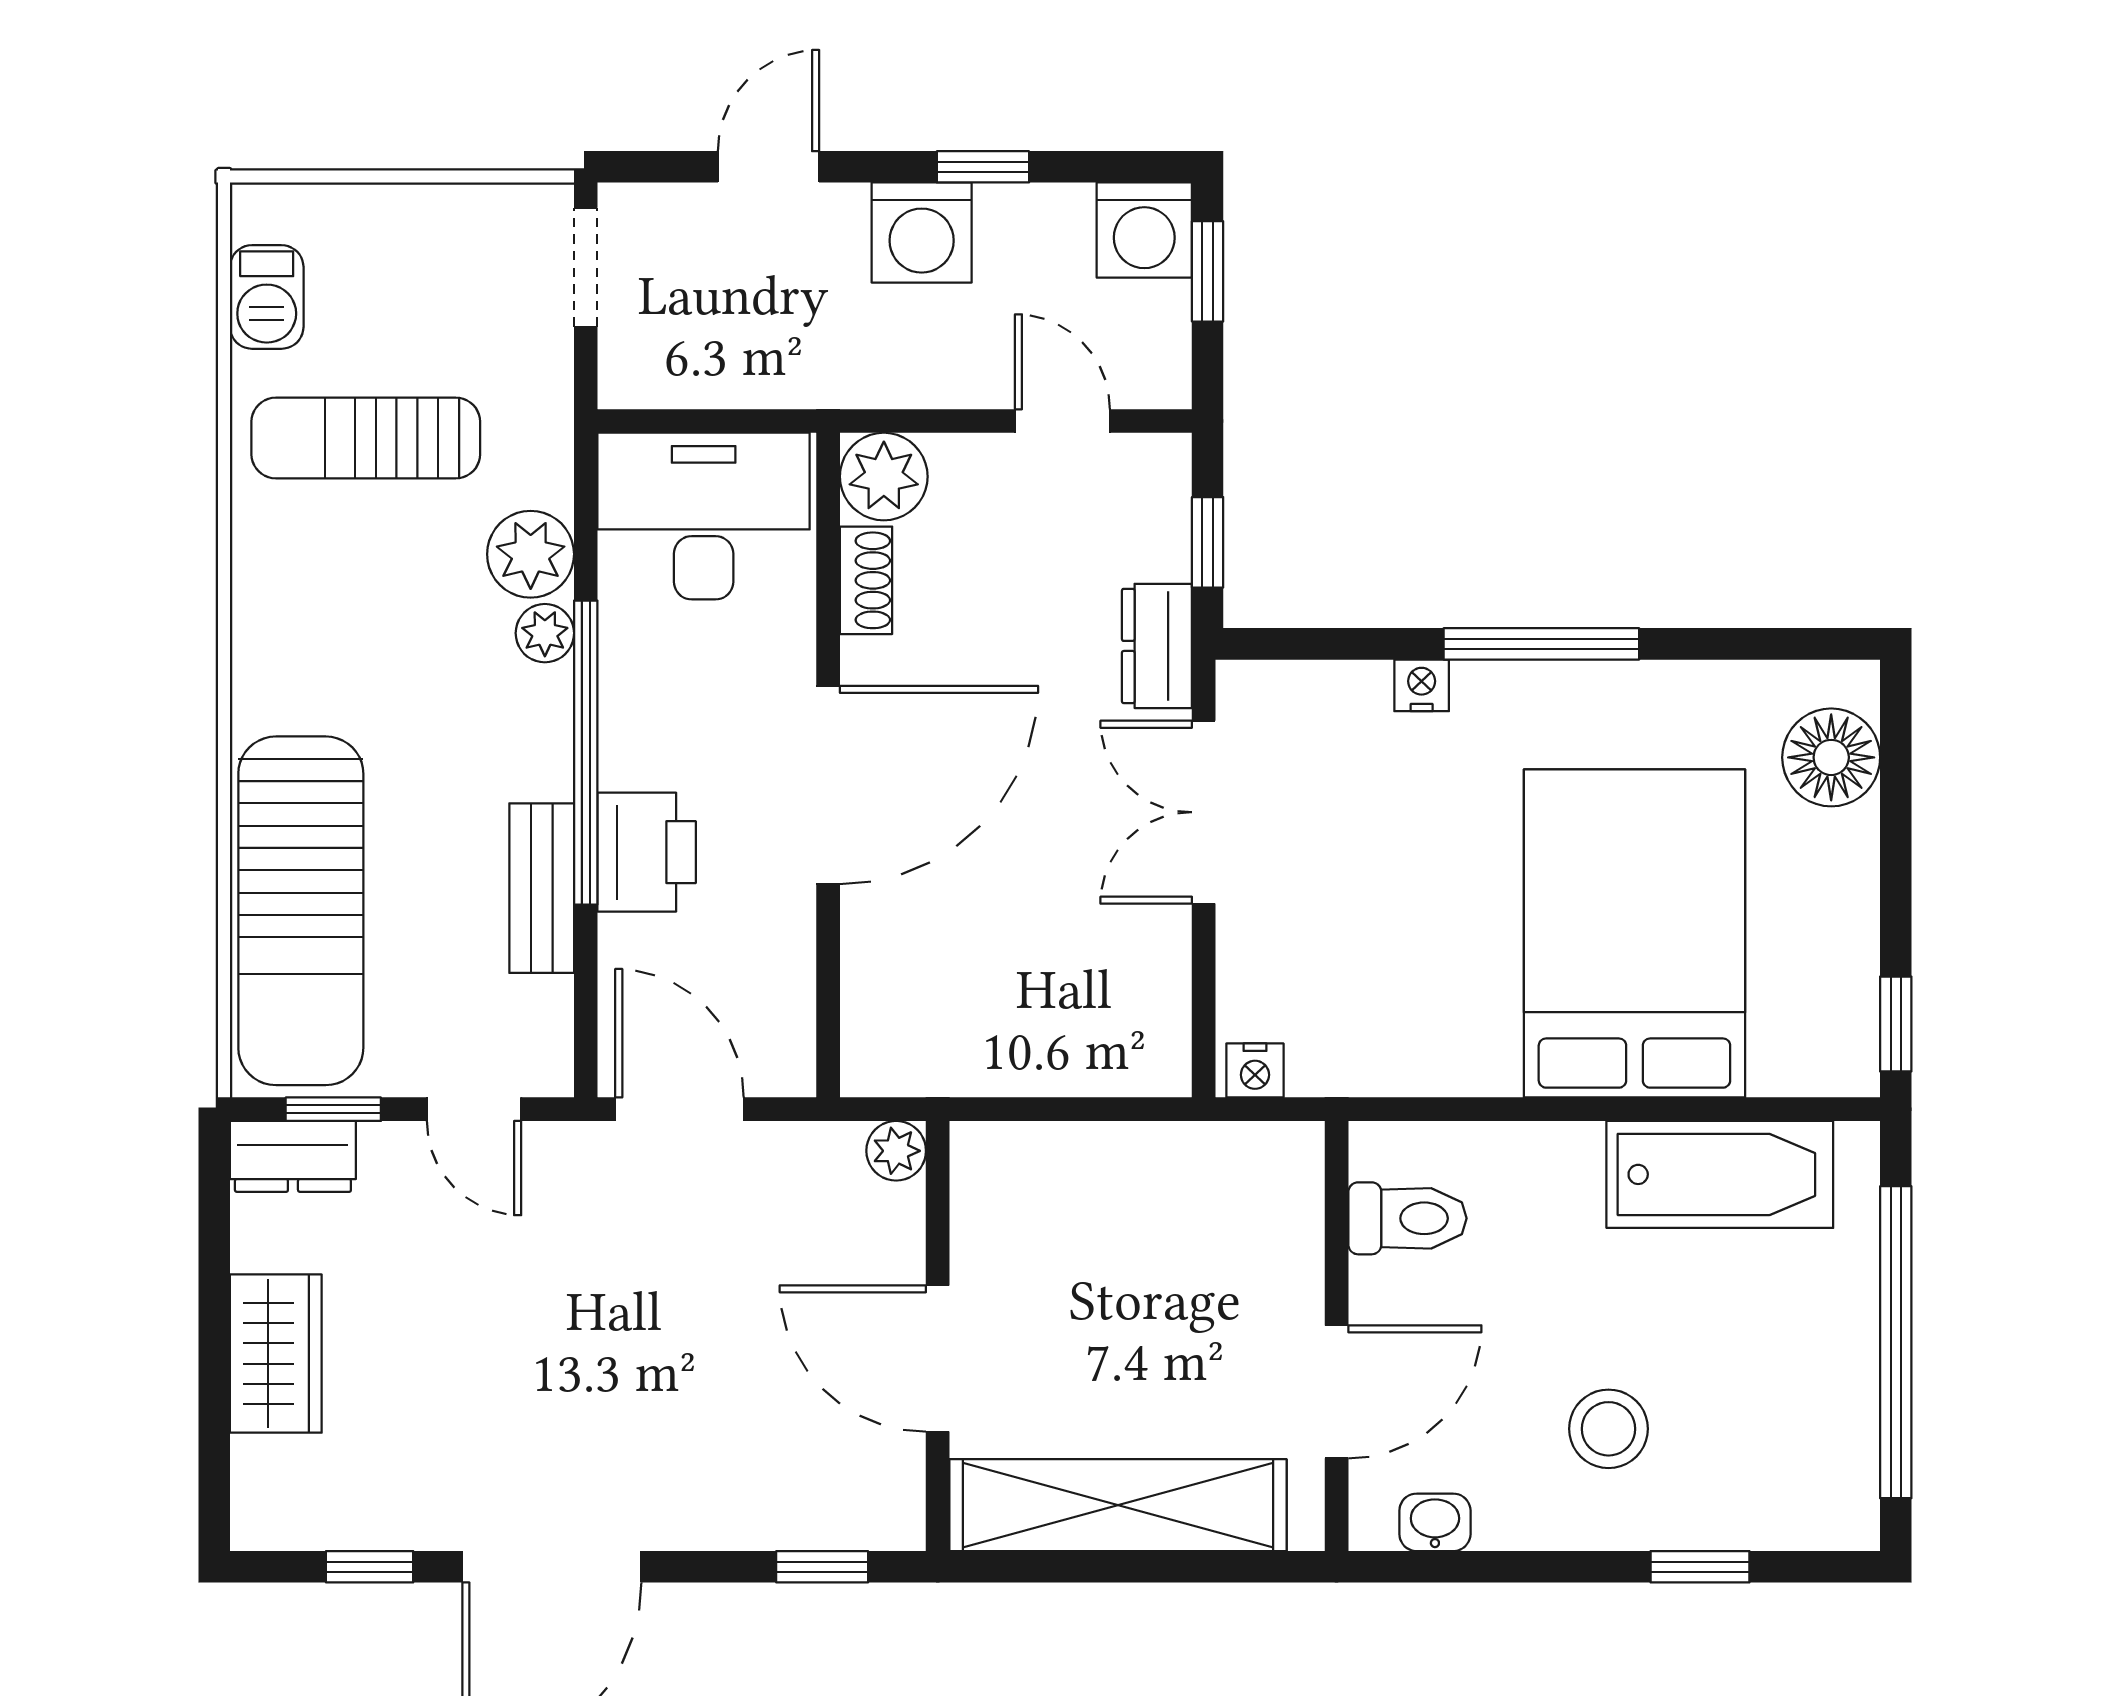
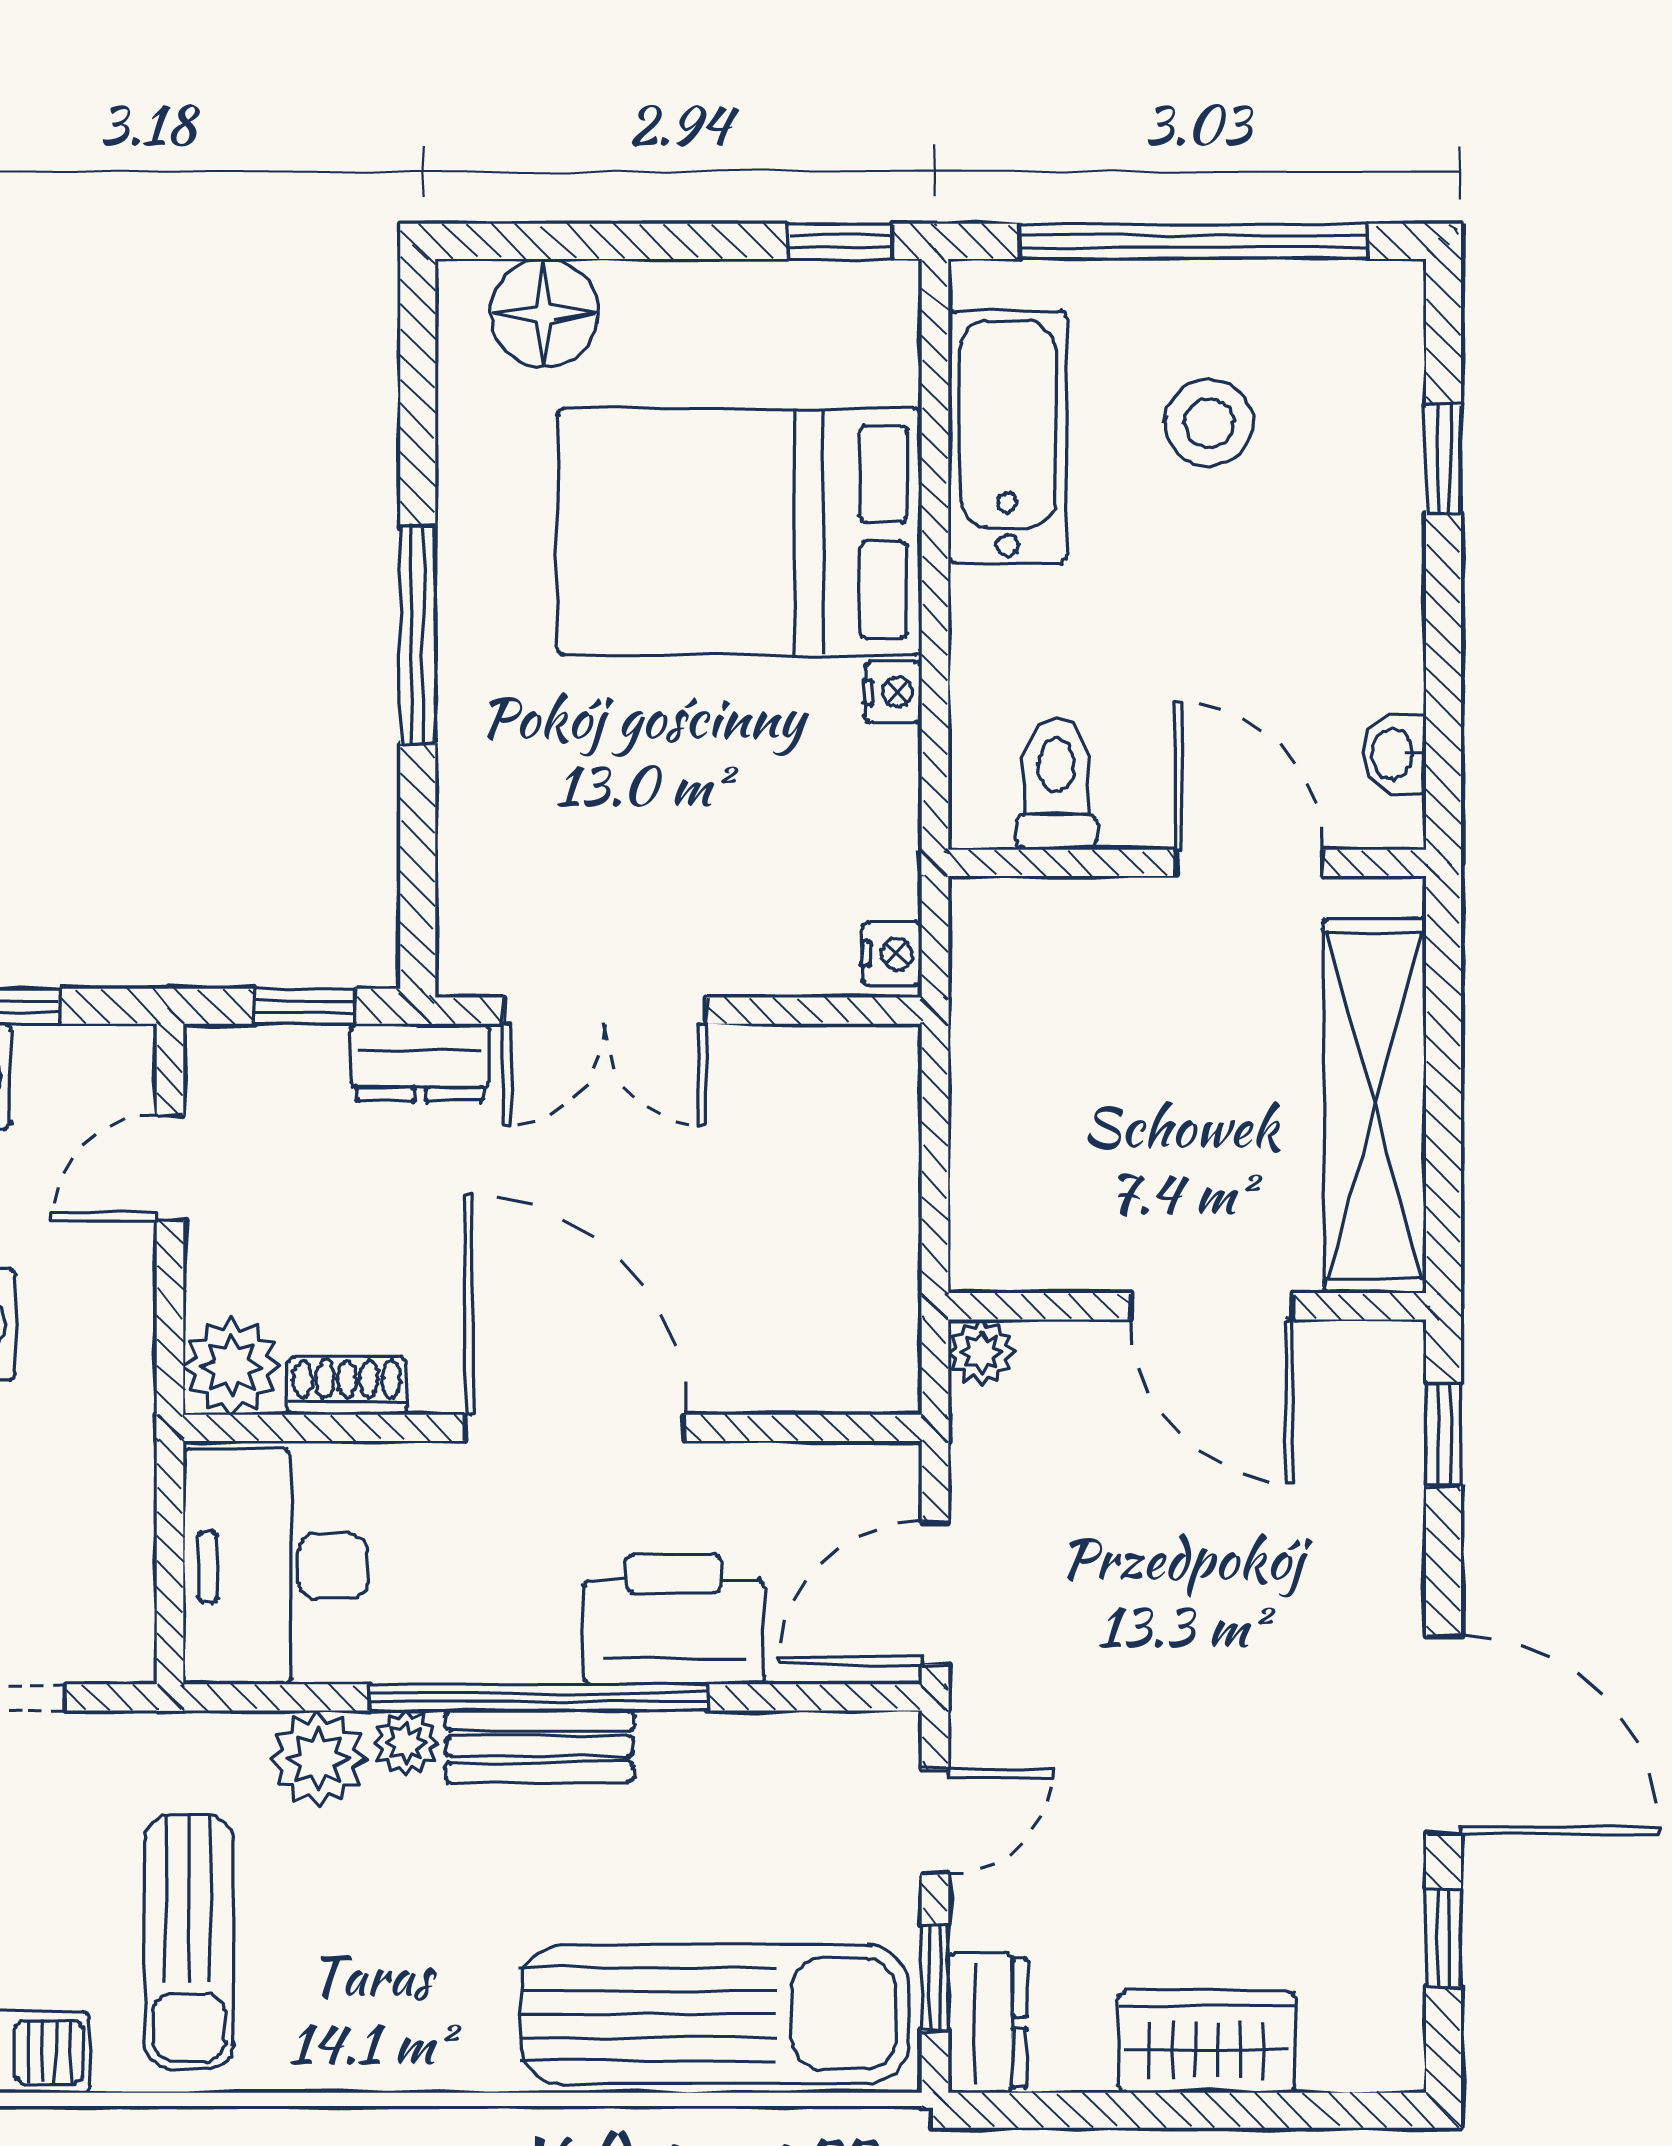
nightstand: (1422, 685) -> (893, 692), moved, turned 180
printer: (647, 852) -> (674, 1619), width x1.37, depth x1.19
bench: (542, 888) -> (539, 1746), moved
door: (938, 1358) -> (1212, 1306), hinge flipped
stool: (1608, 1429) -> (1209, 423), moved

